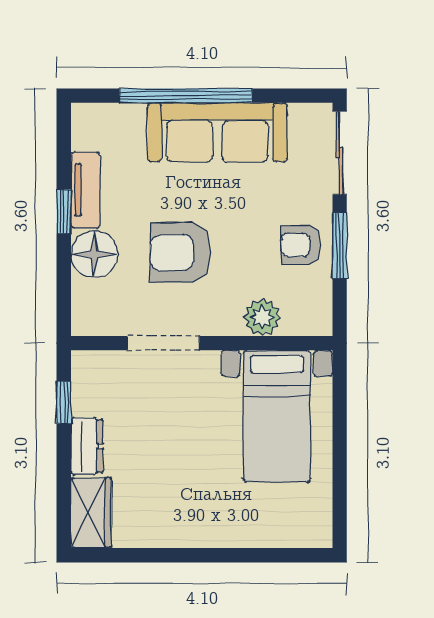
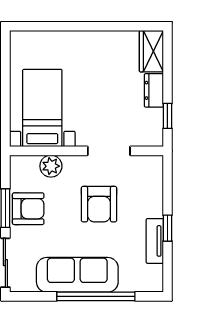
armchair: (301, 245) -> (28, 209), width x1.38, depth x1.38
armchair: (180, 253) -> (99, 204), turned 90
floor lamp: (94, 254) -> (150, 203), removed

